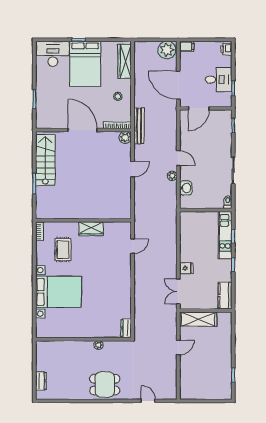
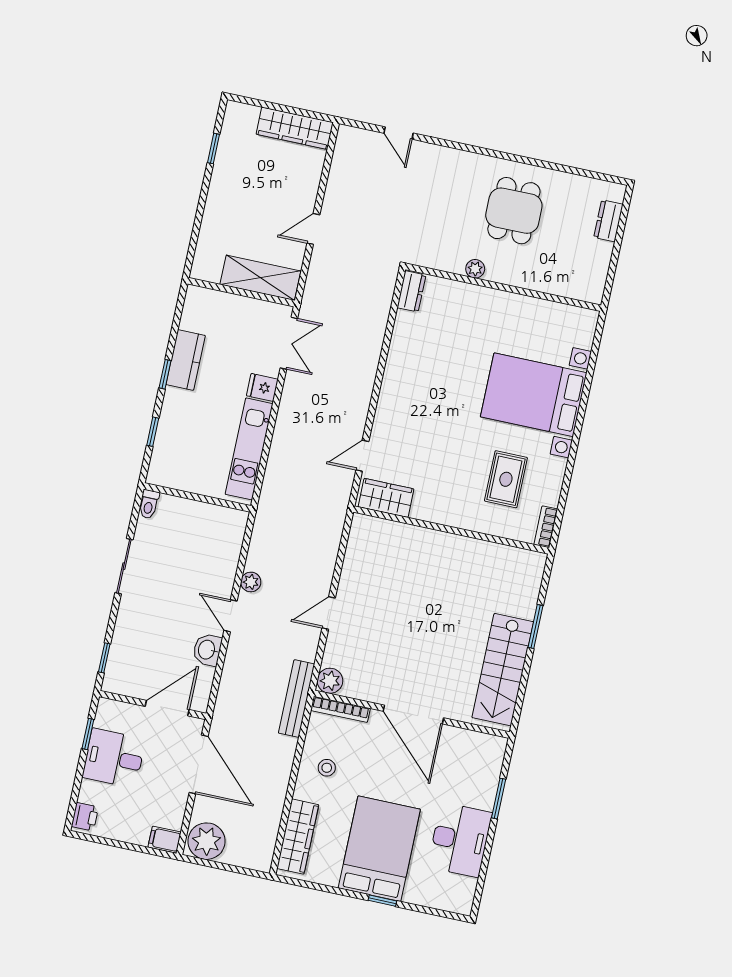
desk: (53, 54) -> (460, 840), moved, turned -90
washbasin: (186, 188) -> (207, 650), moved
wardrobe: (91, 229) -> (386, 498), moved
kitchen unit: (225, 235) -> (249, 449), moved, turned 180
kitchen counter: (225, 296) -> (186, 360), moved
dining table: (105, 385) -> (514, 211), moved, turned 90
wardrobe: (197, 393) -> (295, 128), added

